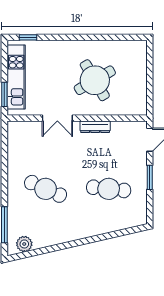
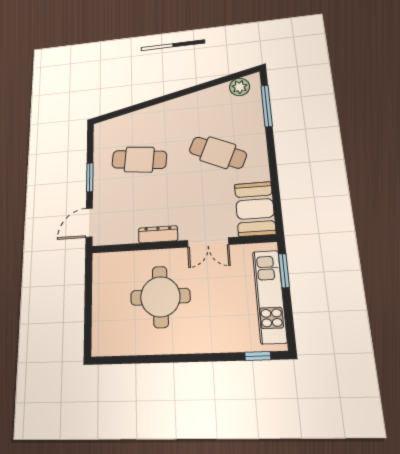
round table: (95, 80) -> (160, 297), turned 30
double door: (57, 118) -> (208, 242), swing flipped
booth: (21, 141) -> (255, 209), added

